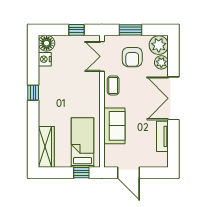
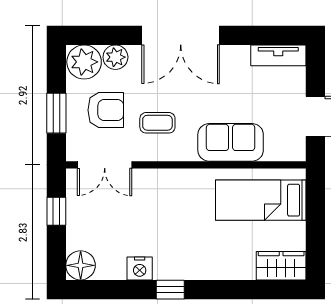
nightstand: (45, 59) -> (140, 268), moved
coffee table: (113, 85) -> (157, 123), moved
tv unit: (162, 136) -> (278, 55), moved
wardrobe: (46, 147) -> (281, 266), width x0.67
window: (81, 173) -> (315, 202), removed

